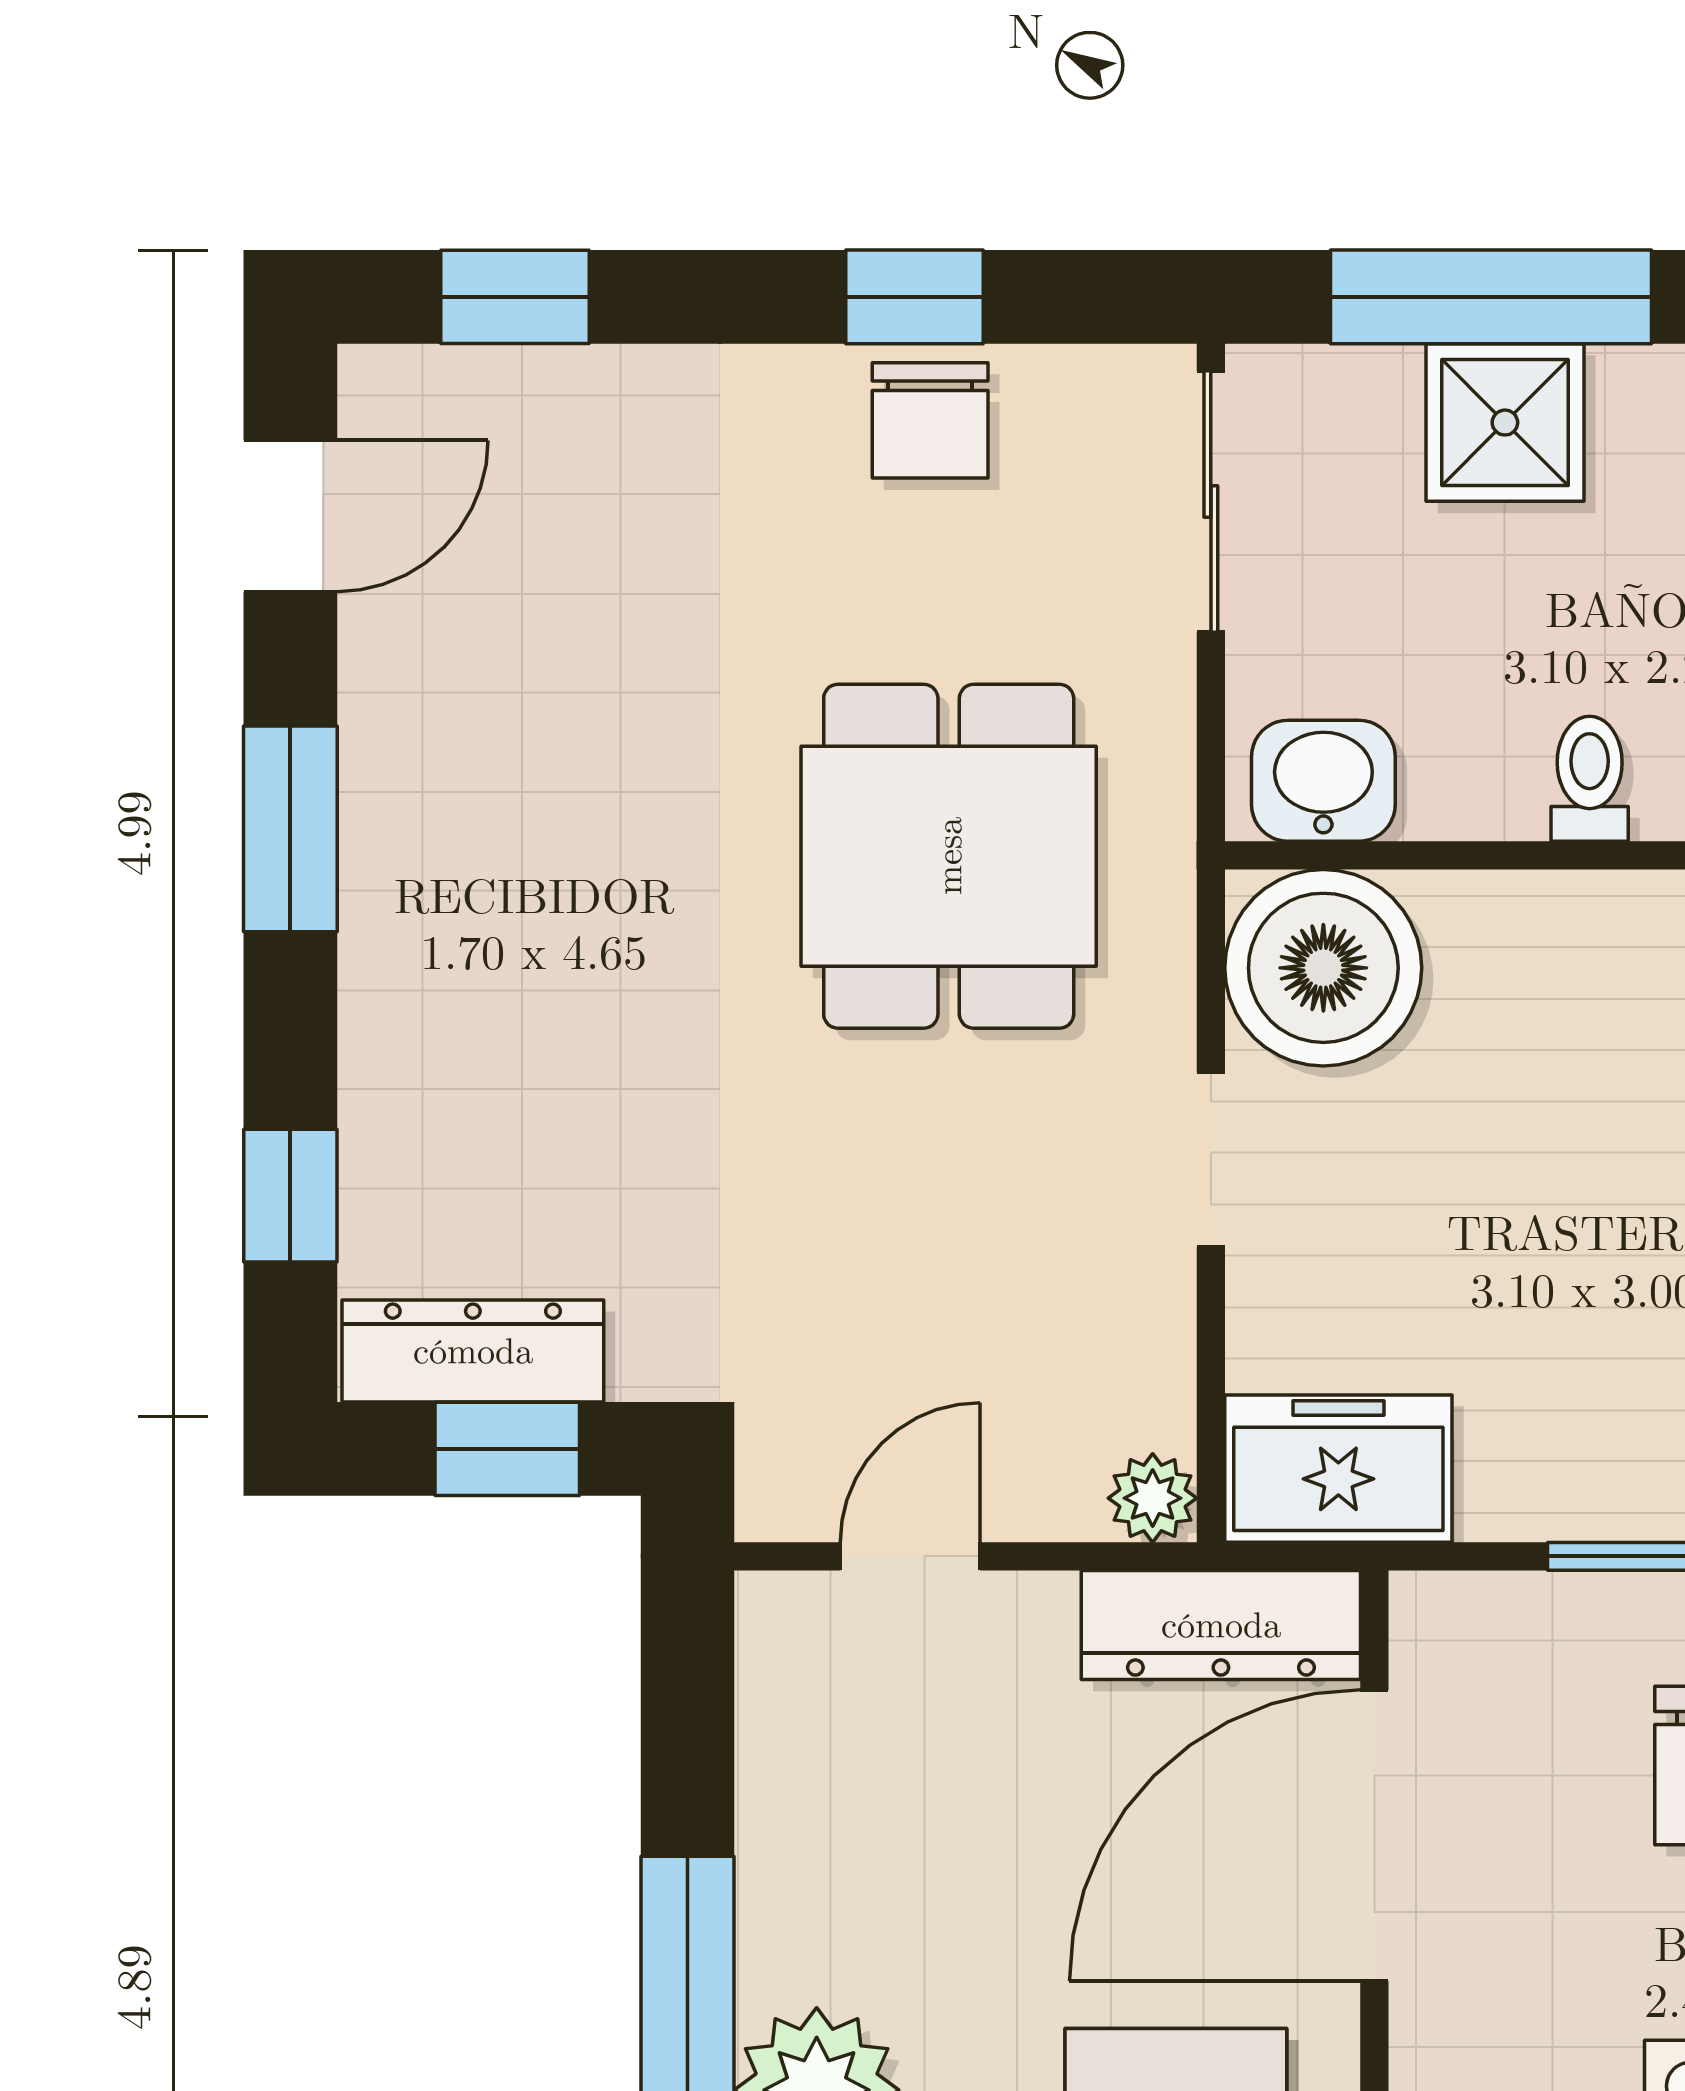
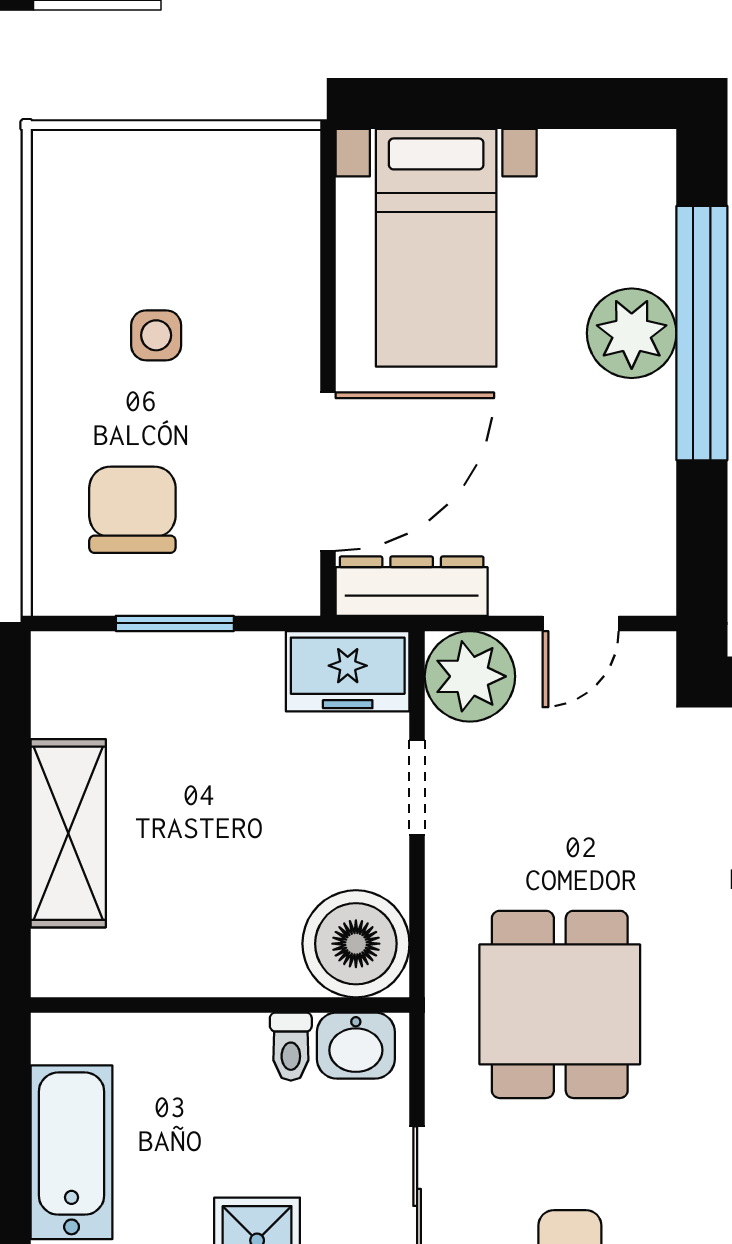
toilet: (1590, 779) -> (291, 1047), moved
doorway: (1211, 1160) -> (417, 787), moved
plant: (1153, 1498) -> (470, 676), width x1.87, depth x1.87

